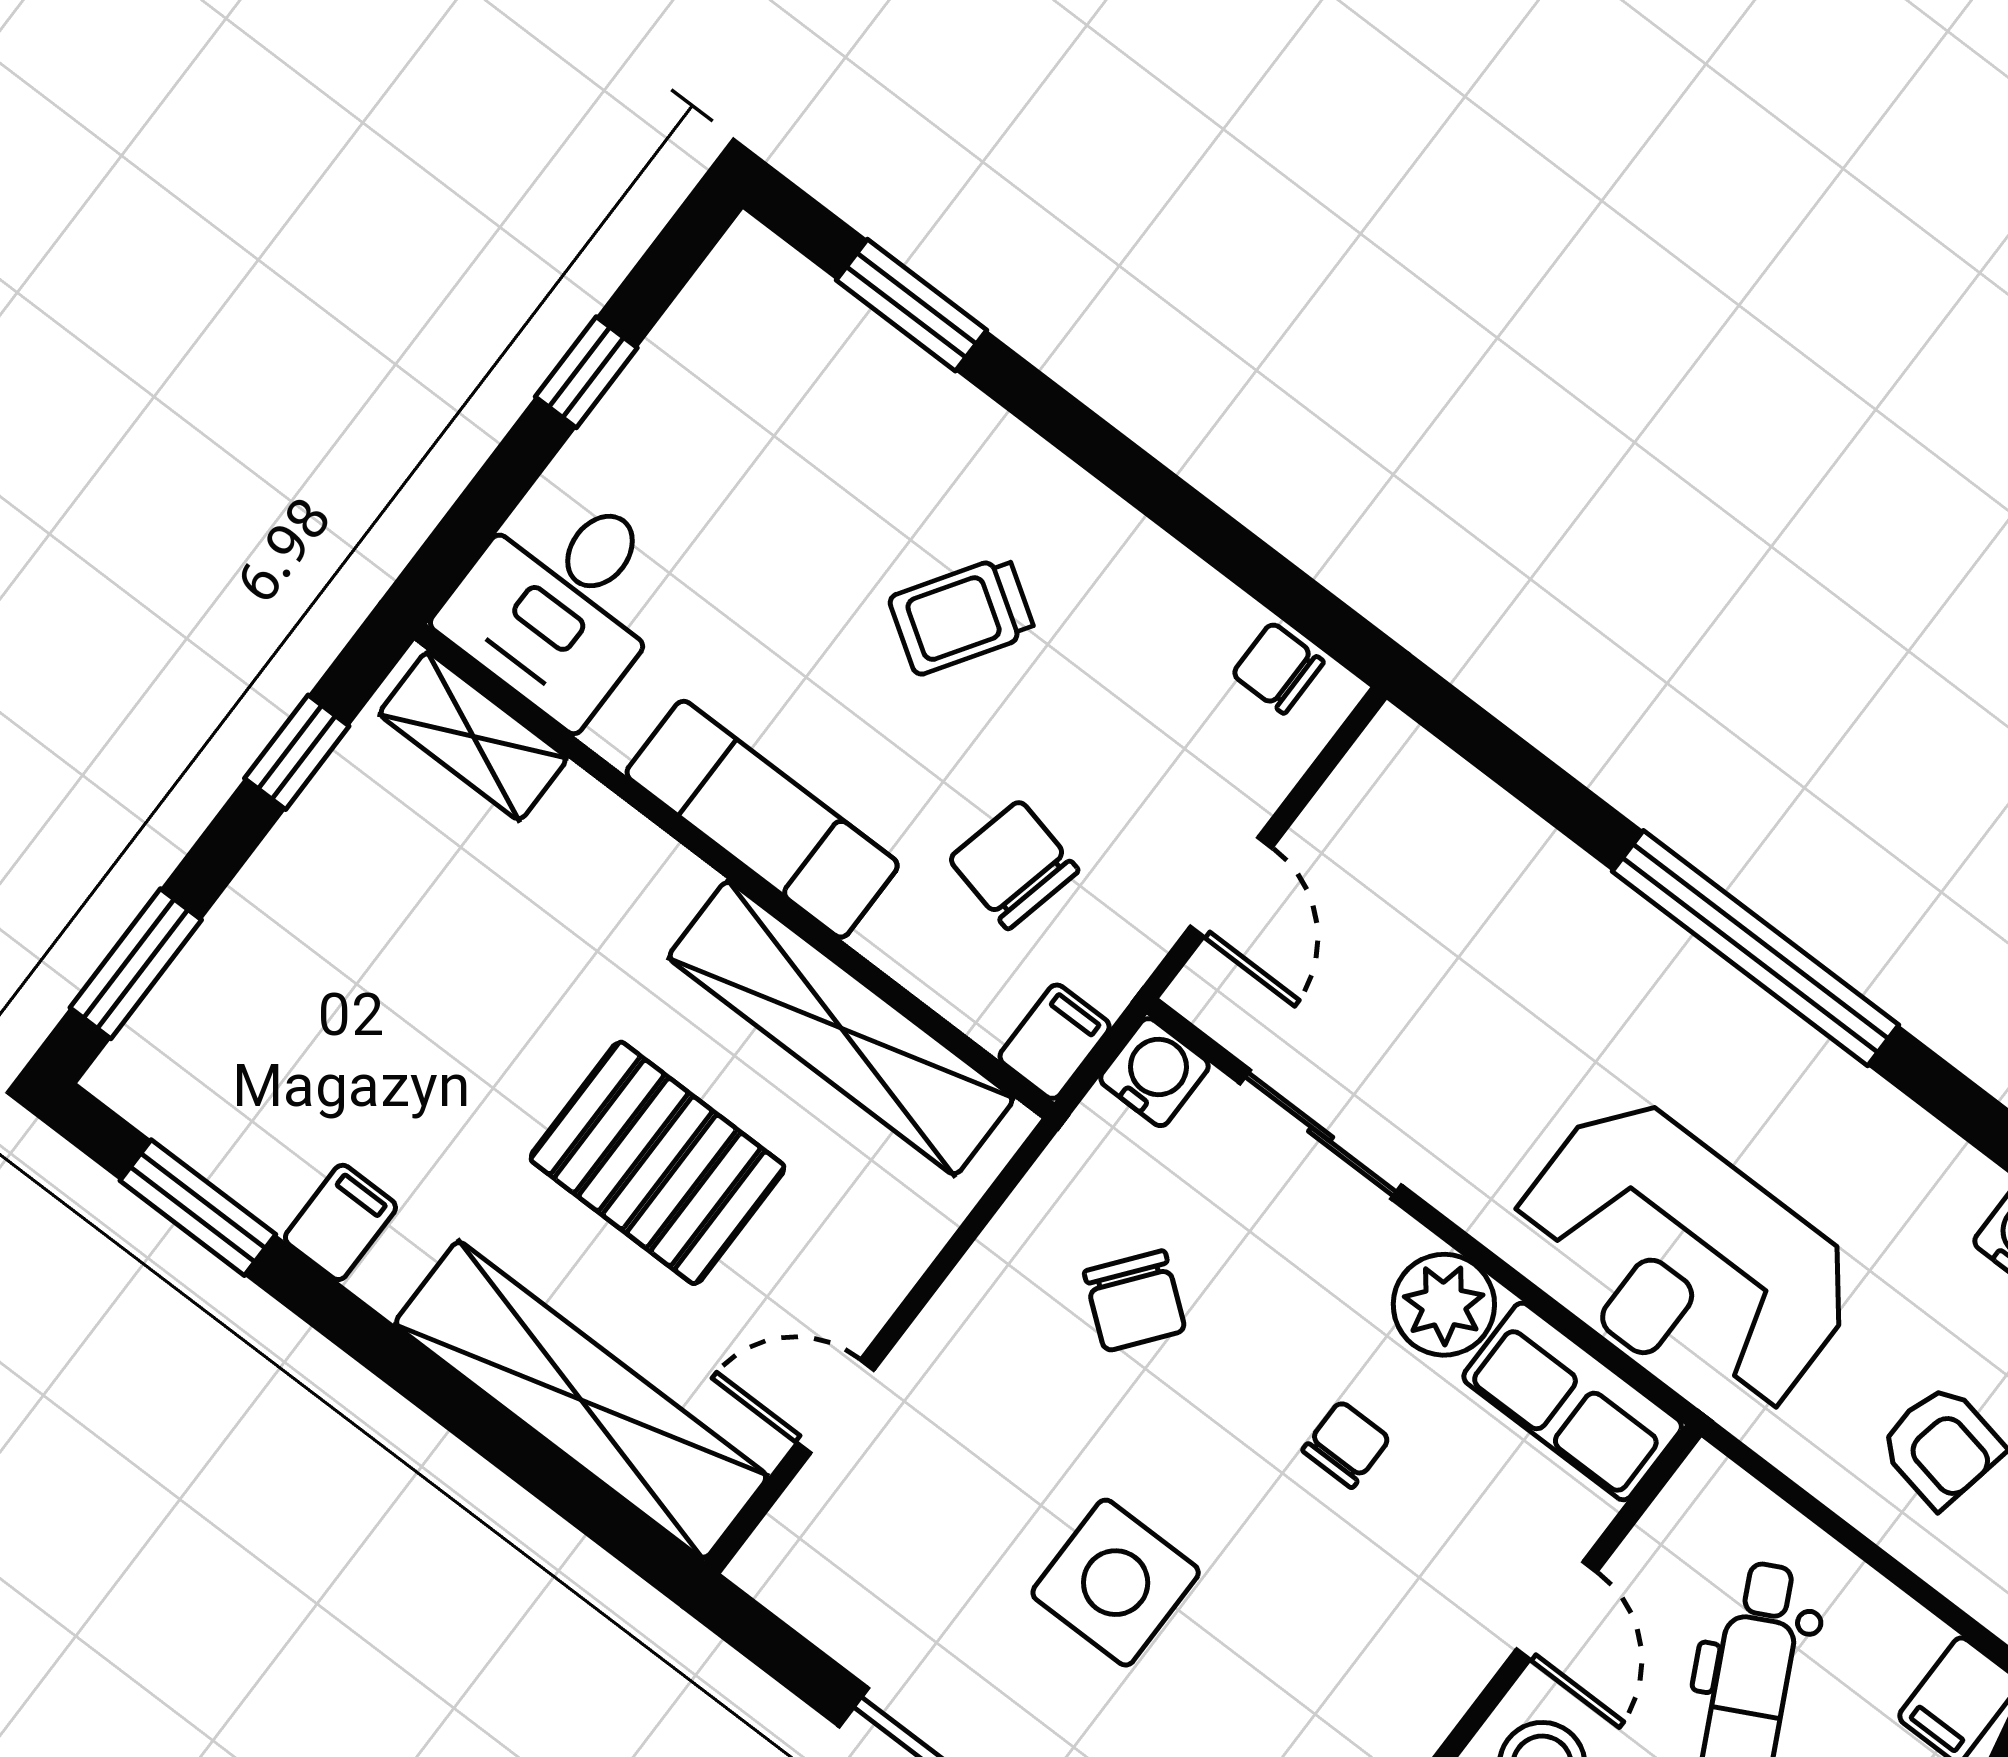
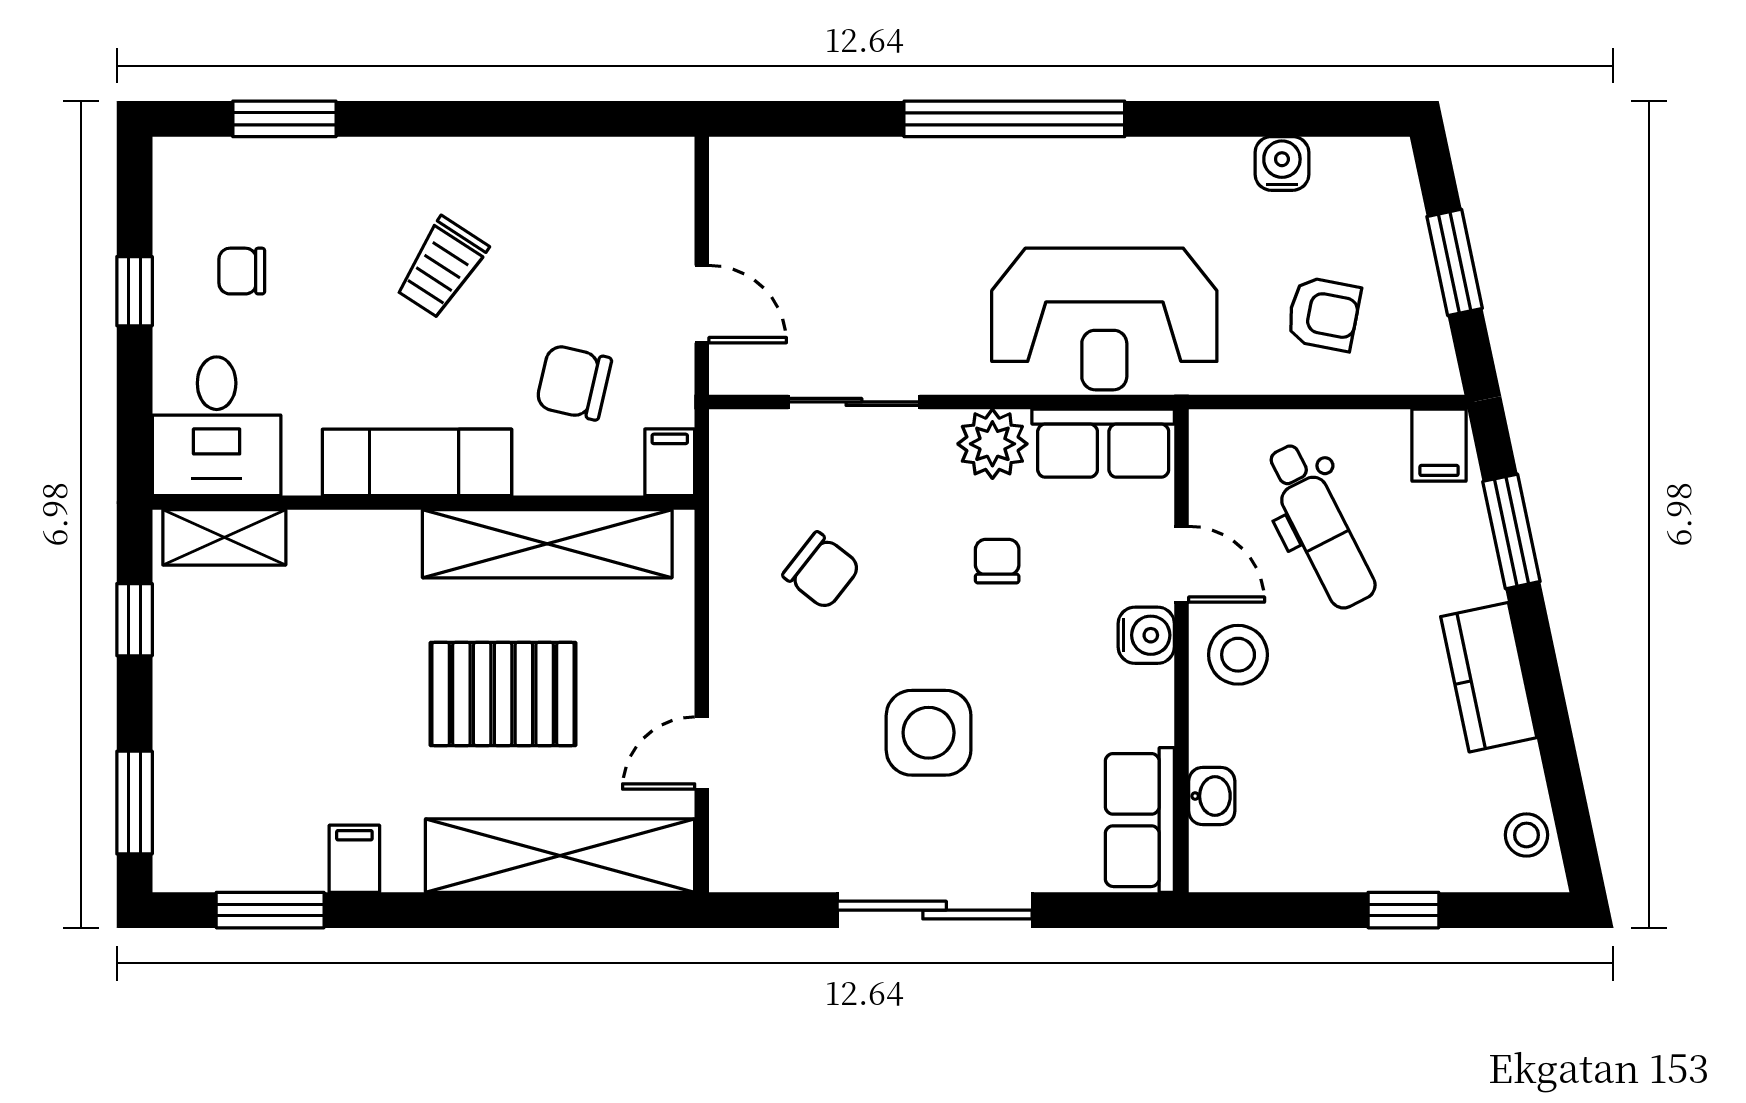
chair: (1278, 668) -> (242, 271), moved
water cooler: (1154, 1072) -> (1146, 635), moved, turned 90

